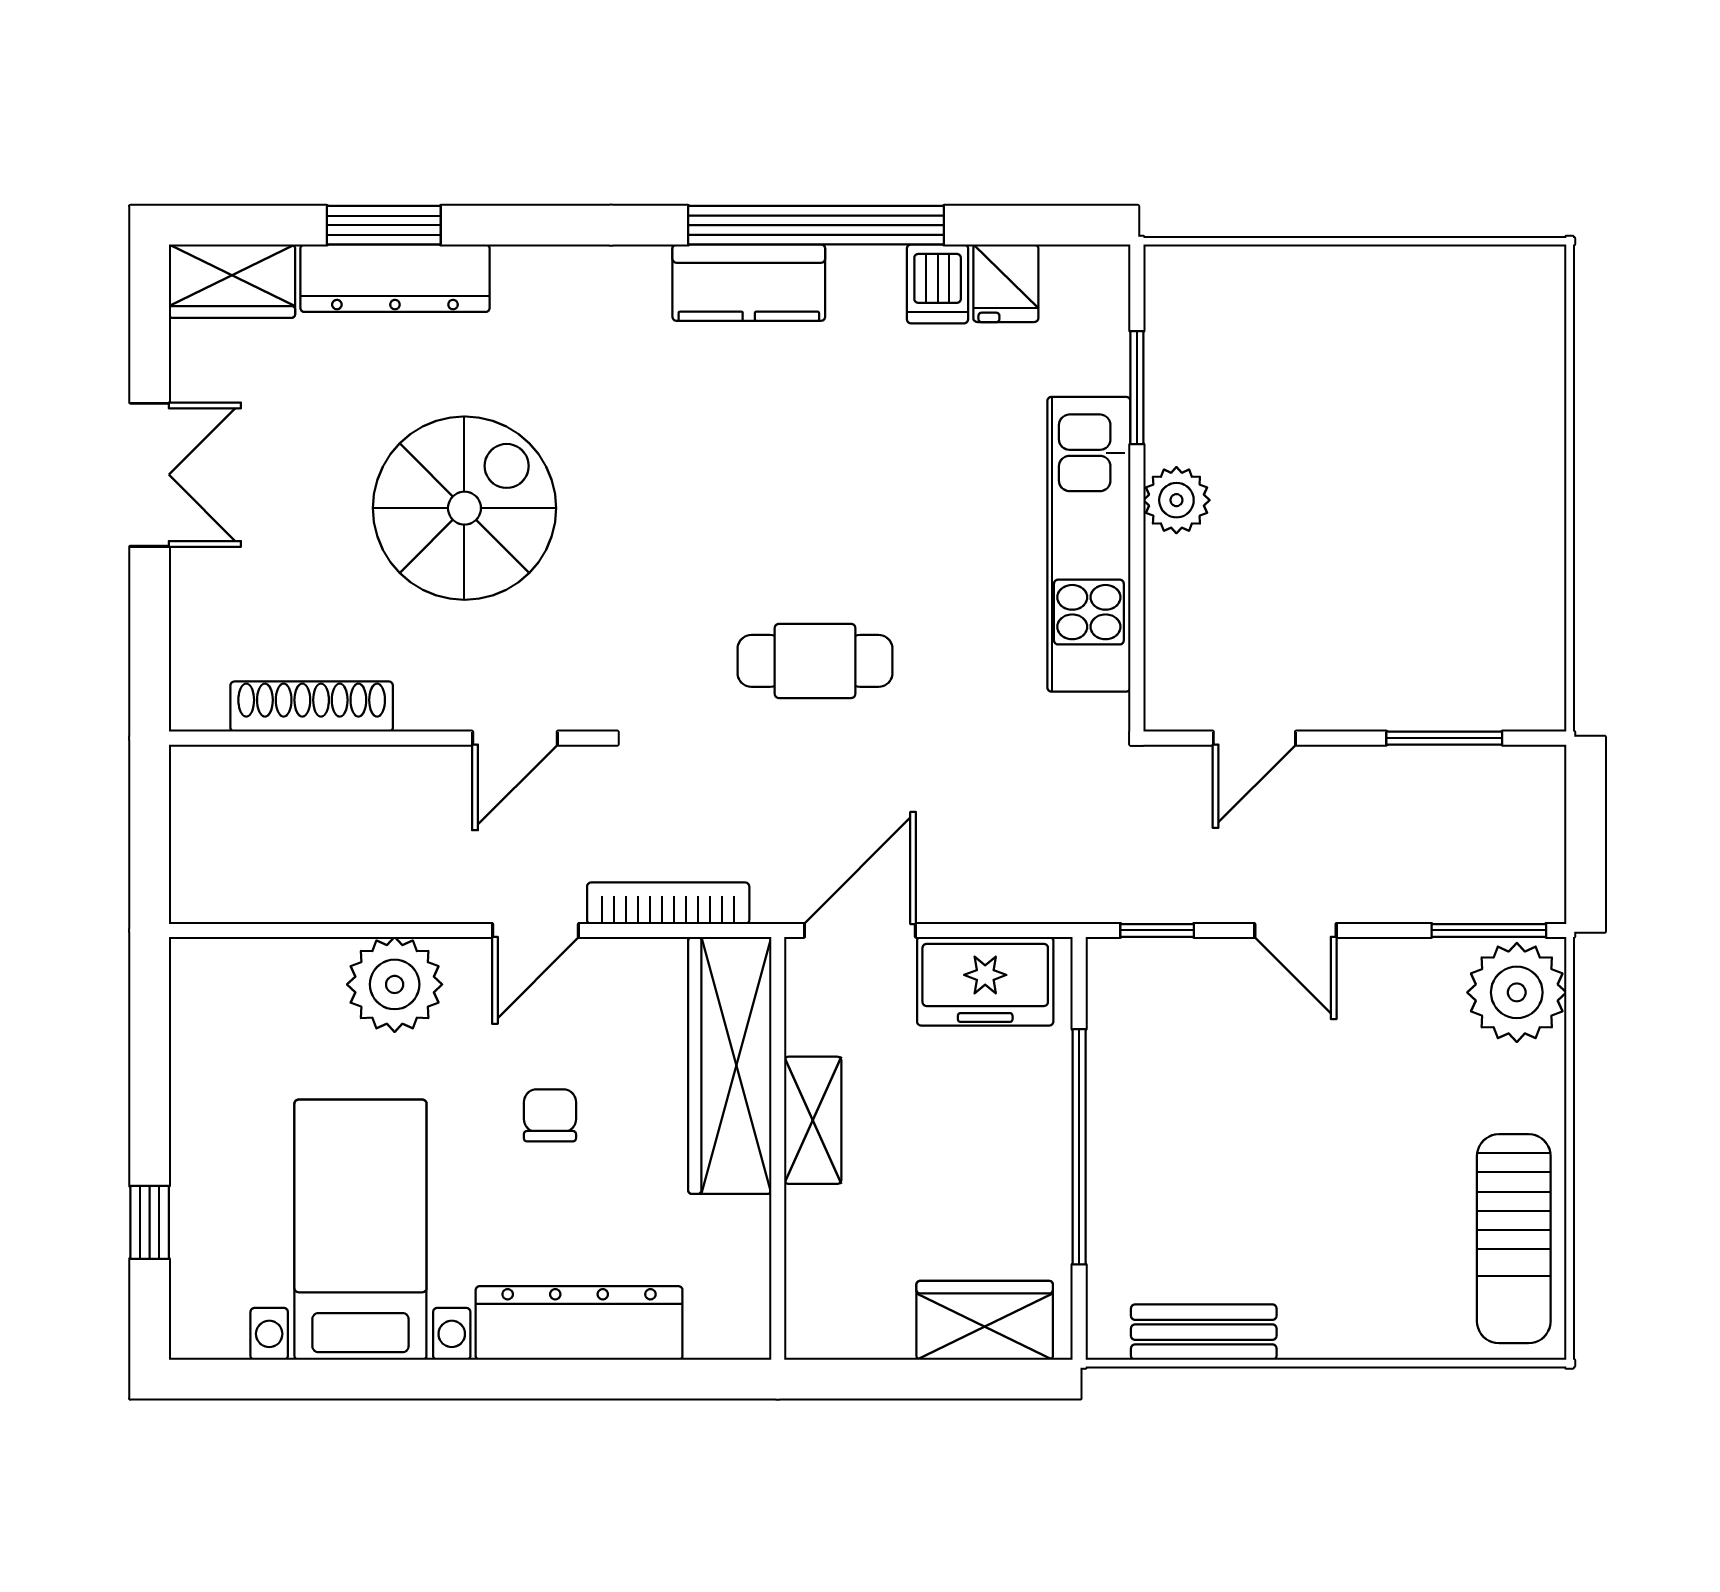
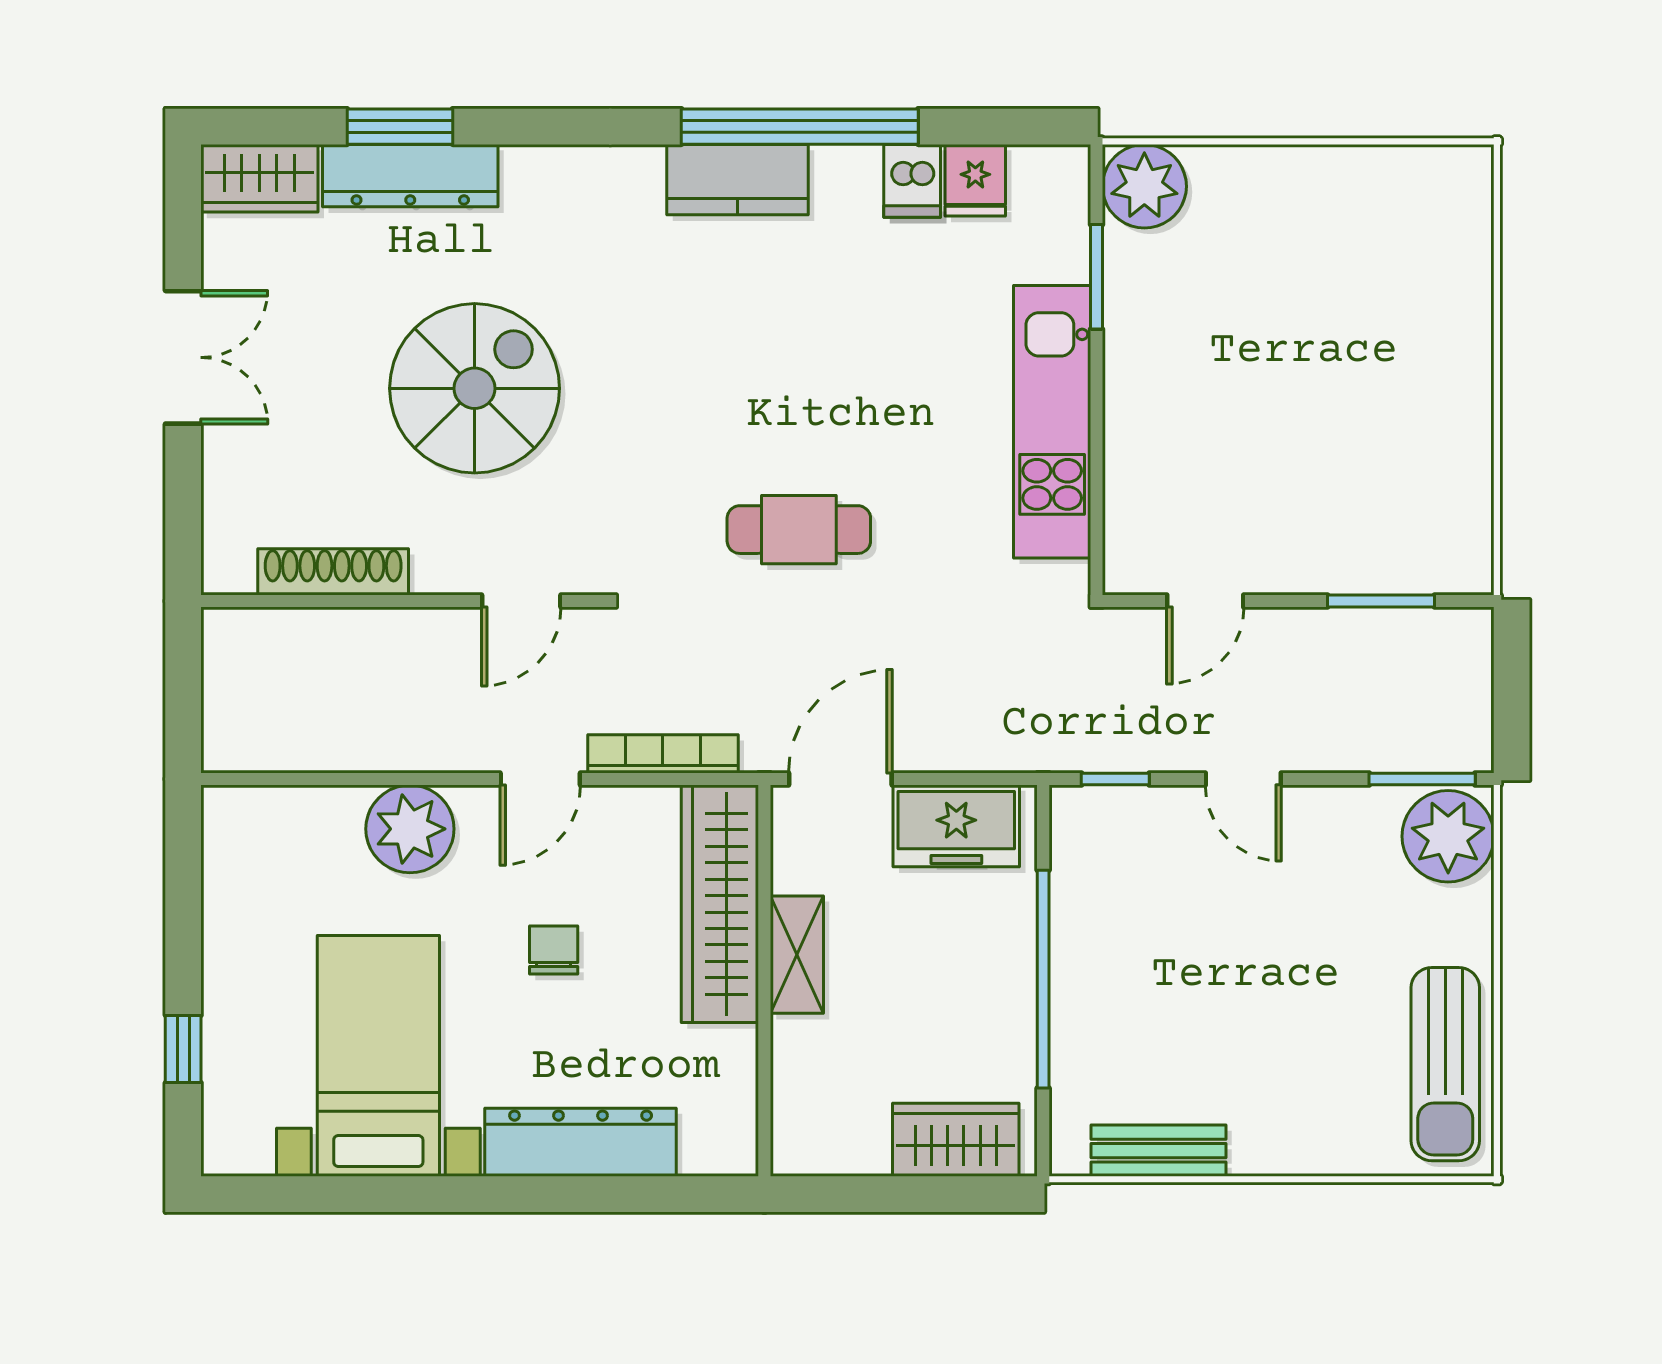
plant: (1176, 500) -> (1144, 186), moved, width x1.36, depth x1.36

